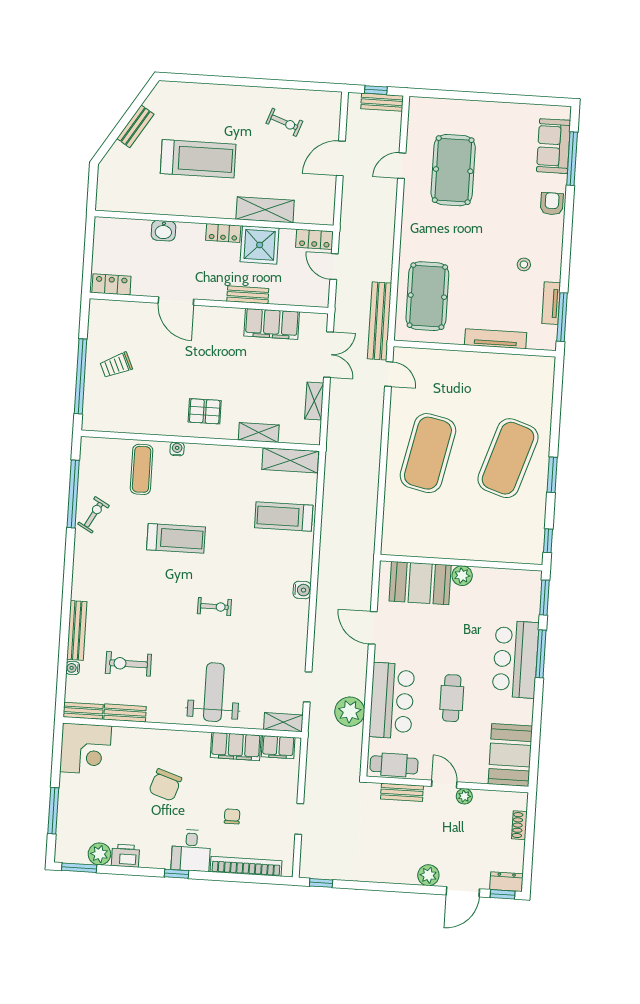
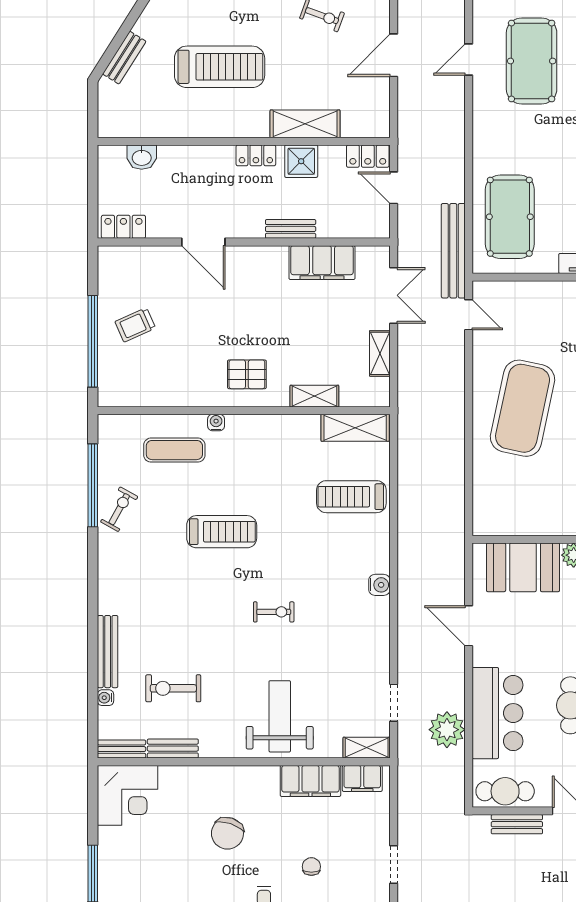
bench: (135, 126) -> (124, 58), moved
washbasin: (163, 231) -> (142, 157), moved
shower: (260, 245) -> (301, 161), width x0.73, depth x0.73
exercise mat: (142, 469) -> (174, 450), turned 90

